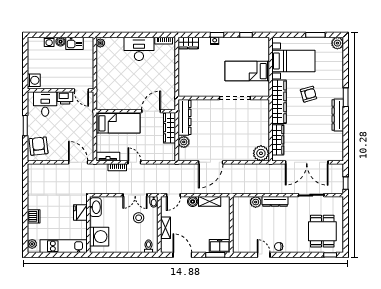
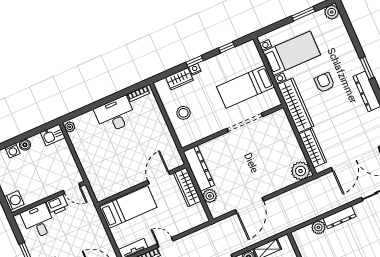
kitchen sink: (75, 43) -> (53, 135), moved
wardrobe: (188, 43) -> (179, 79), moved
stool: (191, 70) -> (184, 113), added
armchair: (308, 94) -> (324, 83), turned -74

